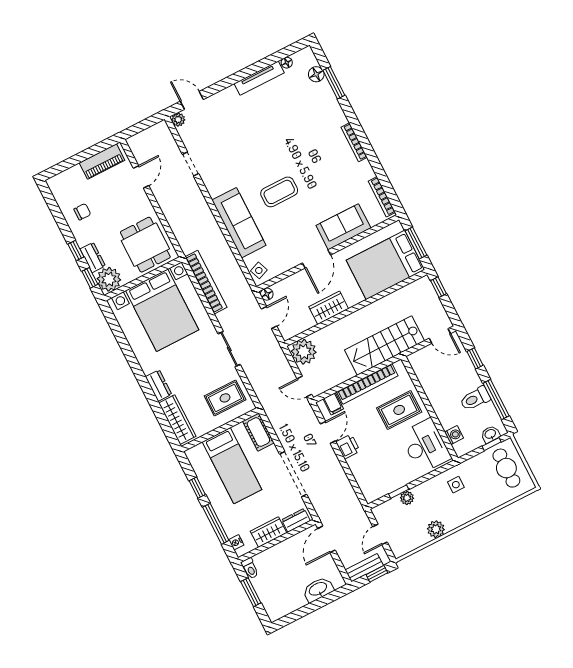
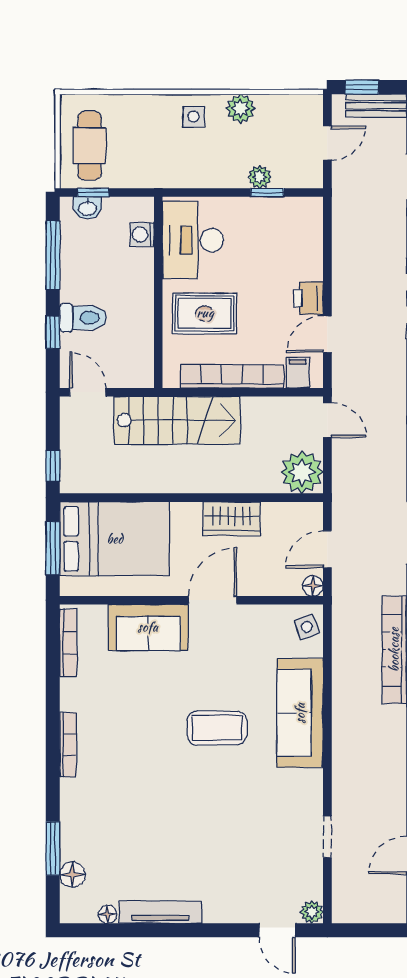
toilet: (475, 399) -> (83, 318), moved
side table: (456, 485) -> (193, 117), moved

